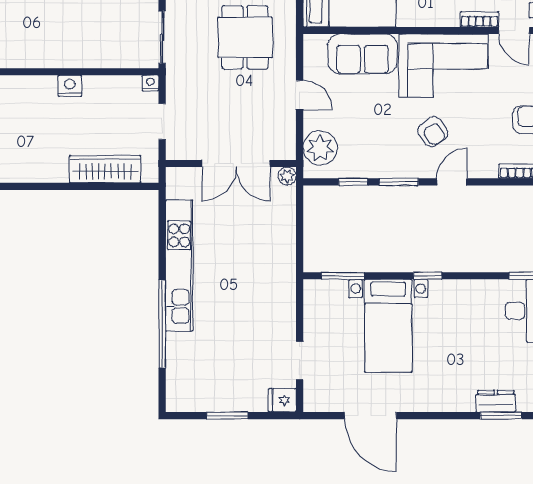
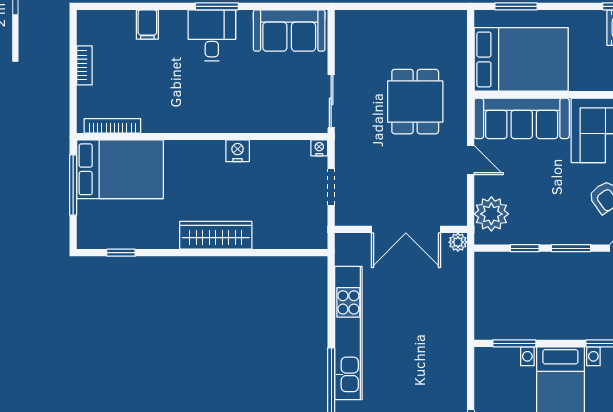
sofa: (362, 54) -> (522, 118), width x1.36
wardrobe: (105, 169) -> (216, 235), moved

